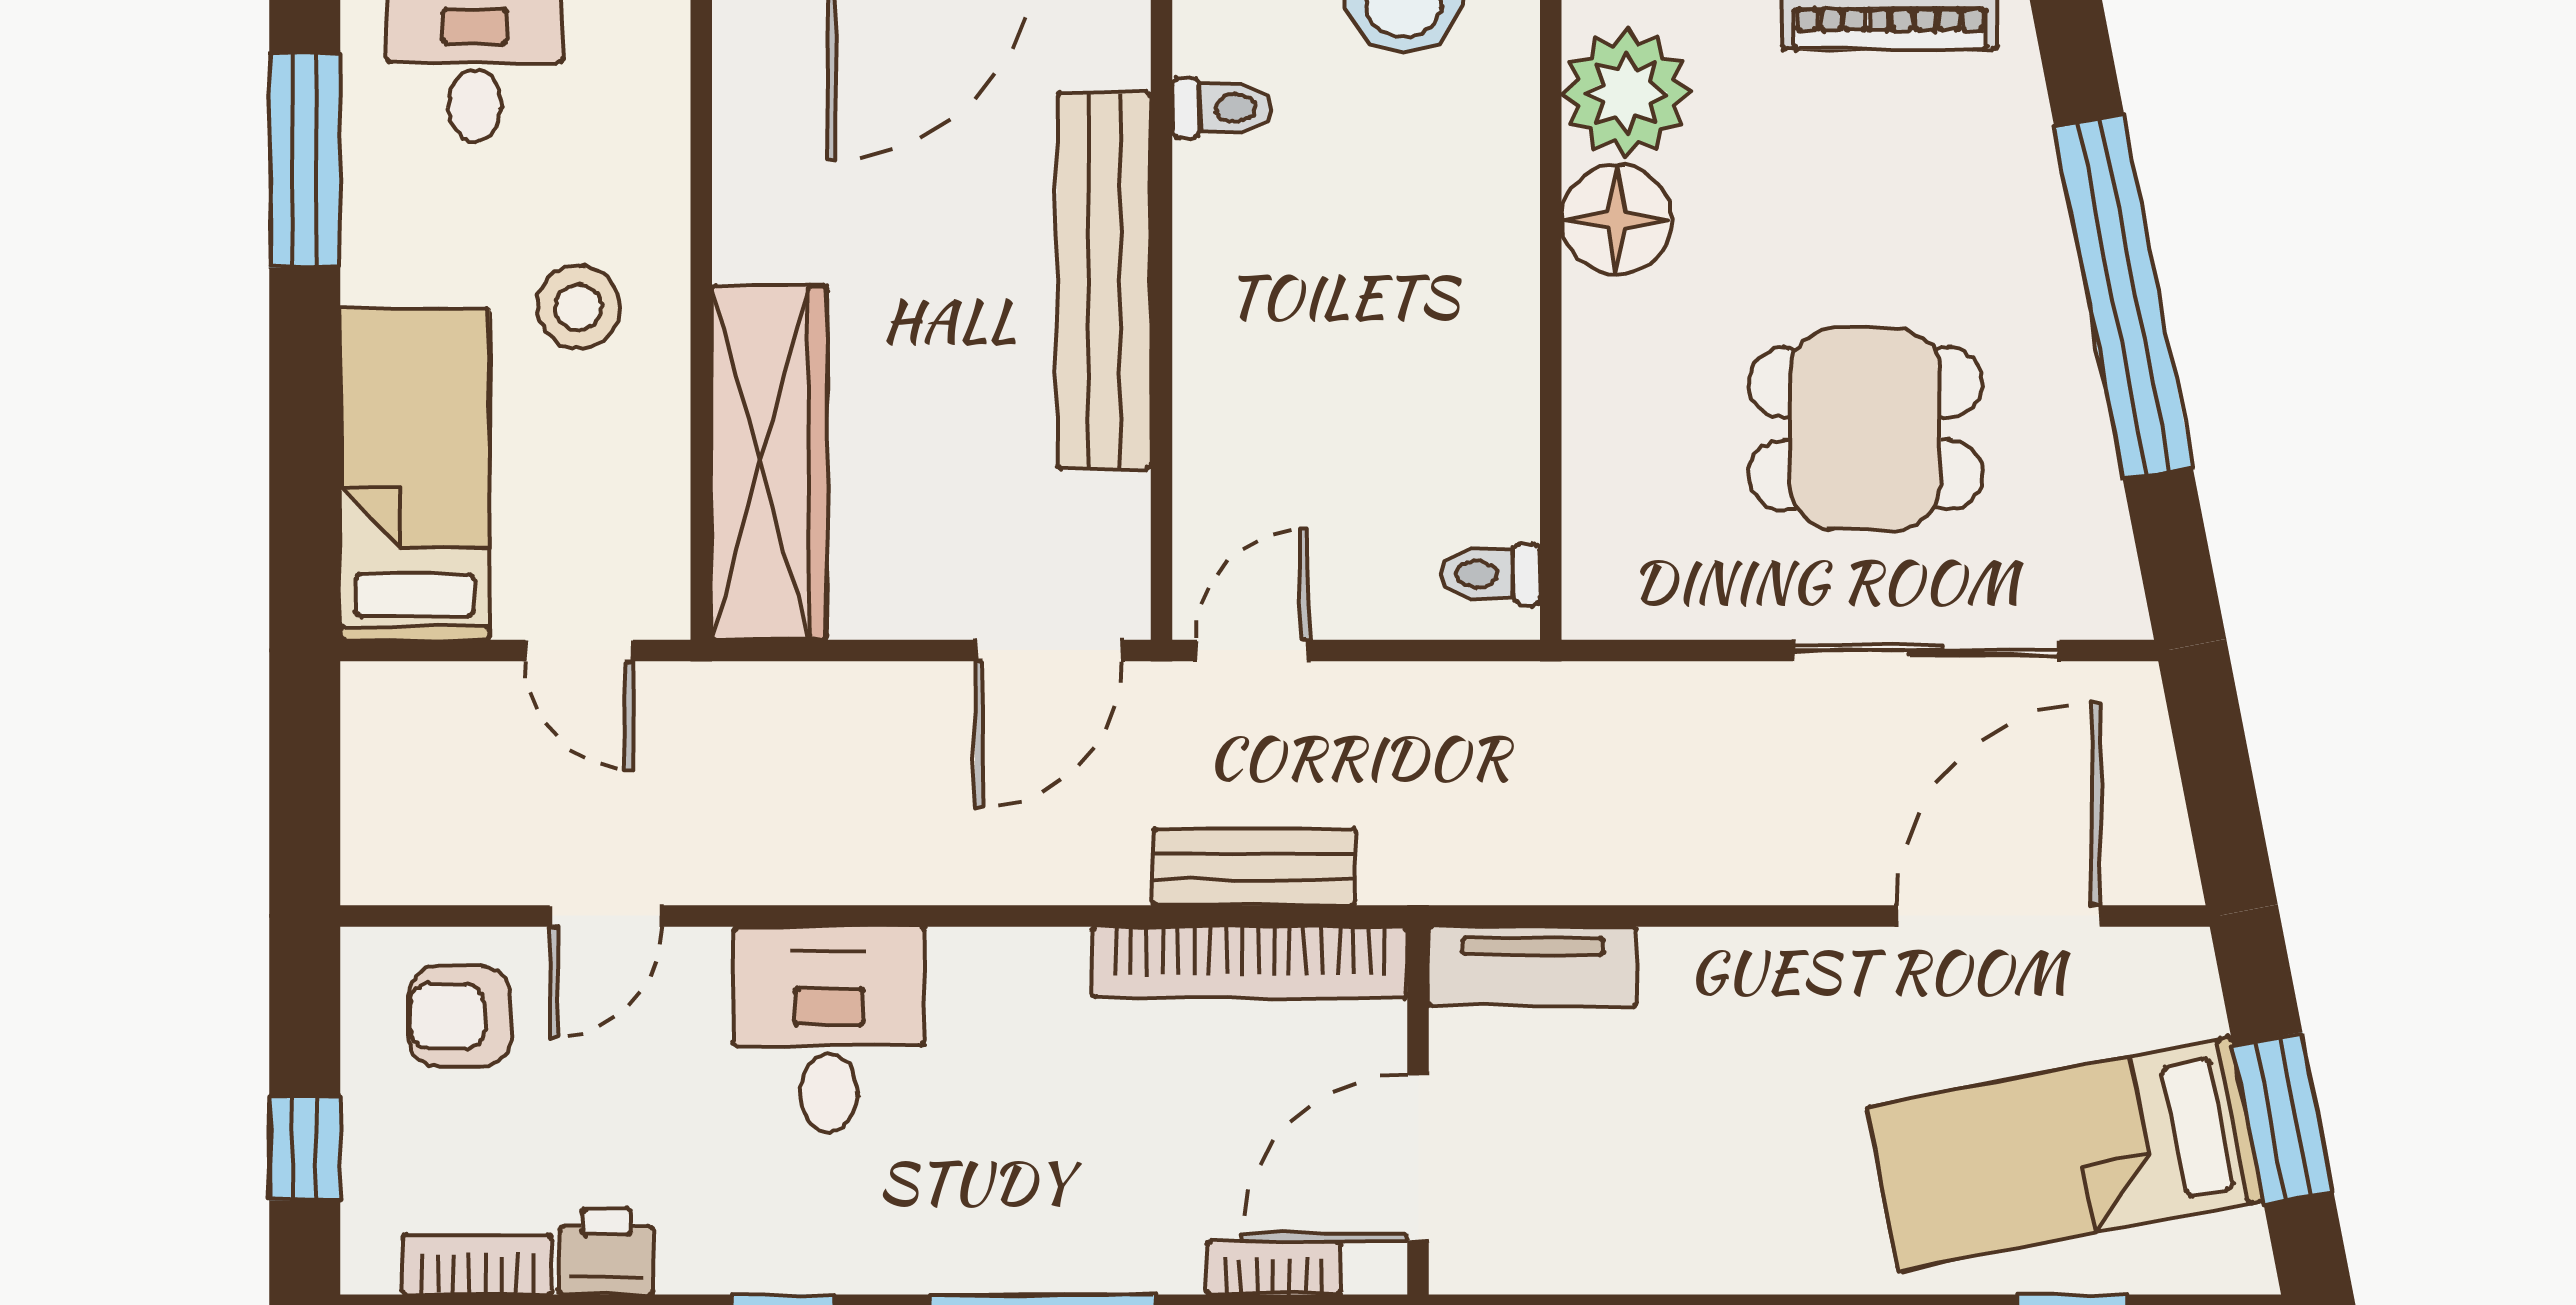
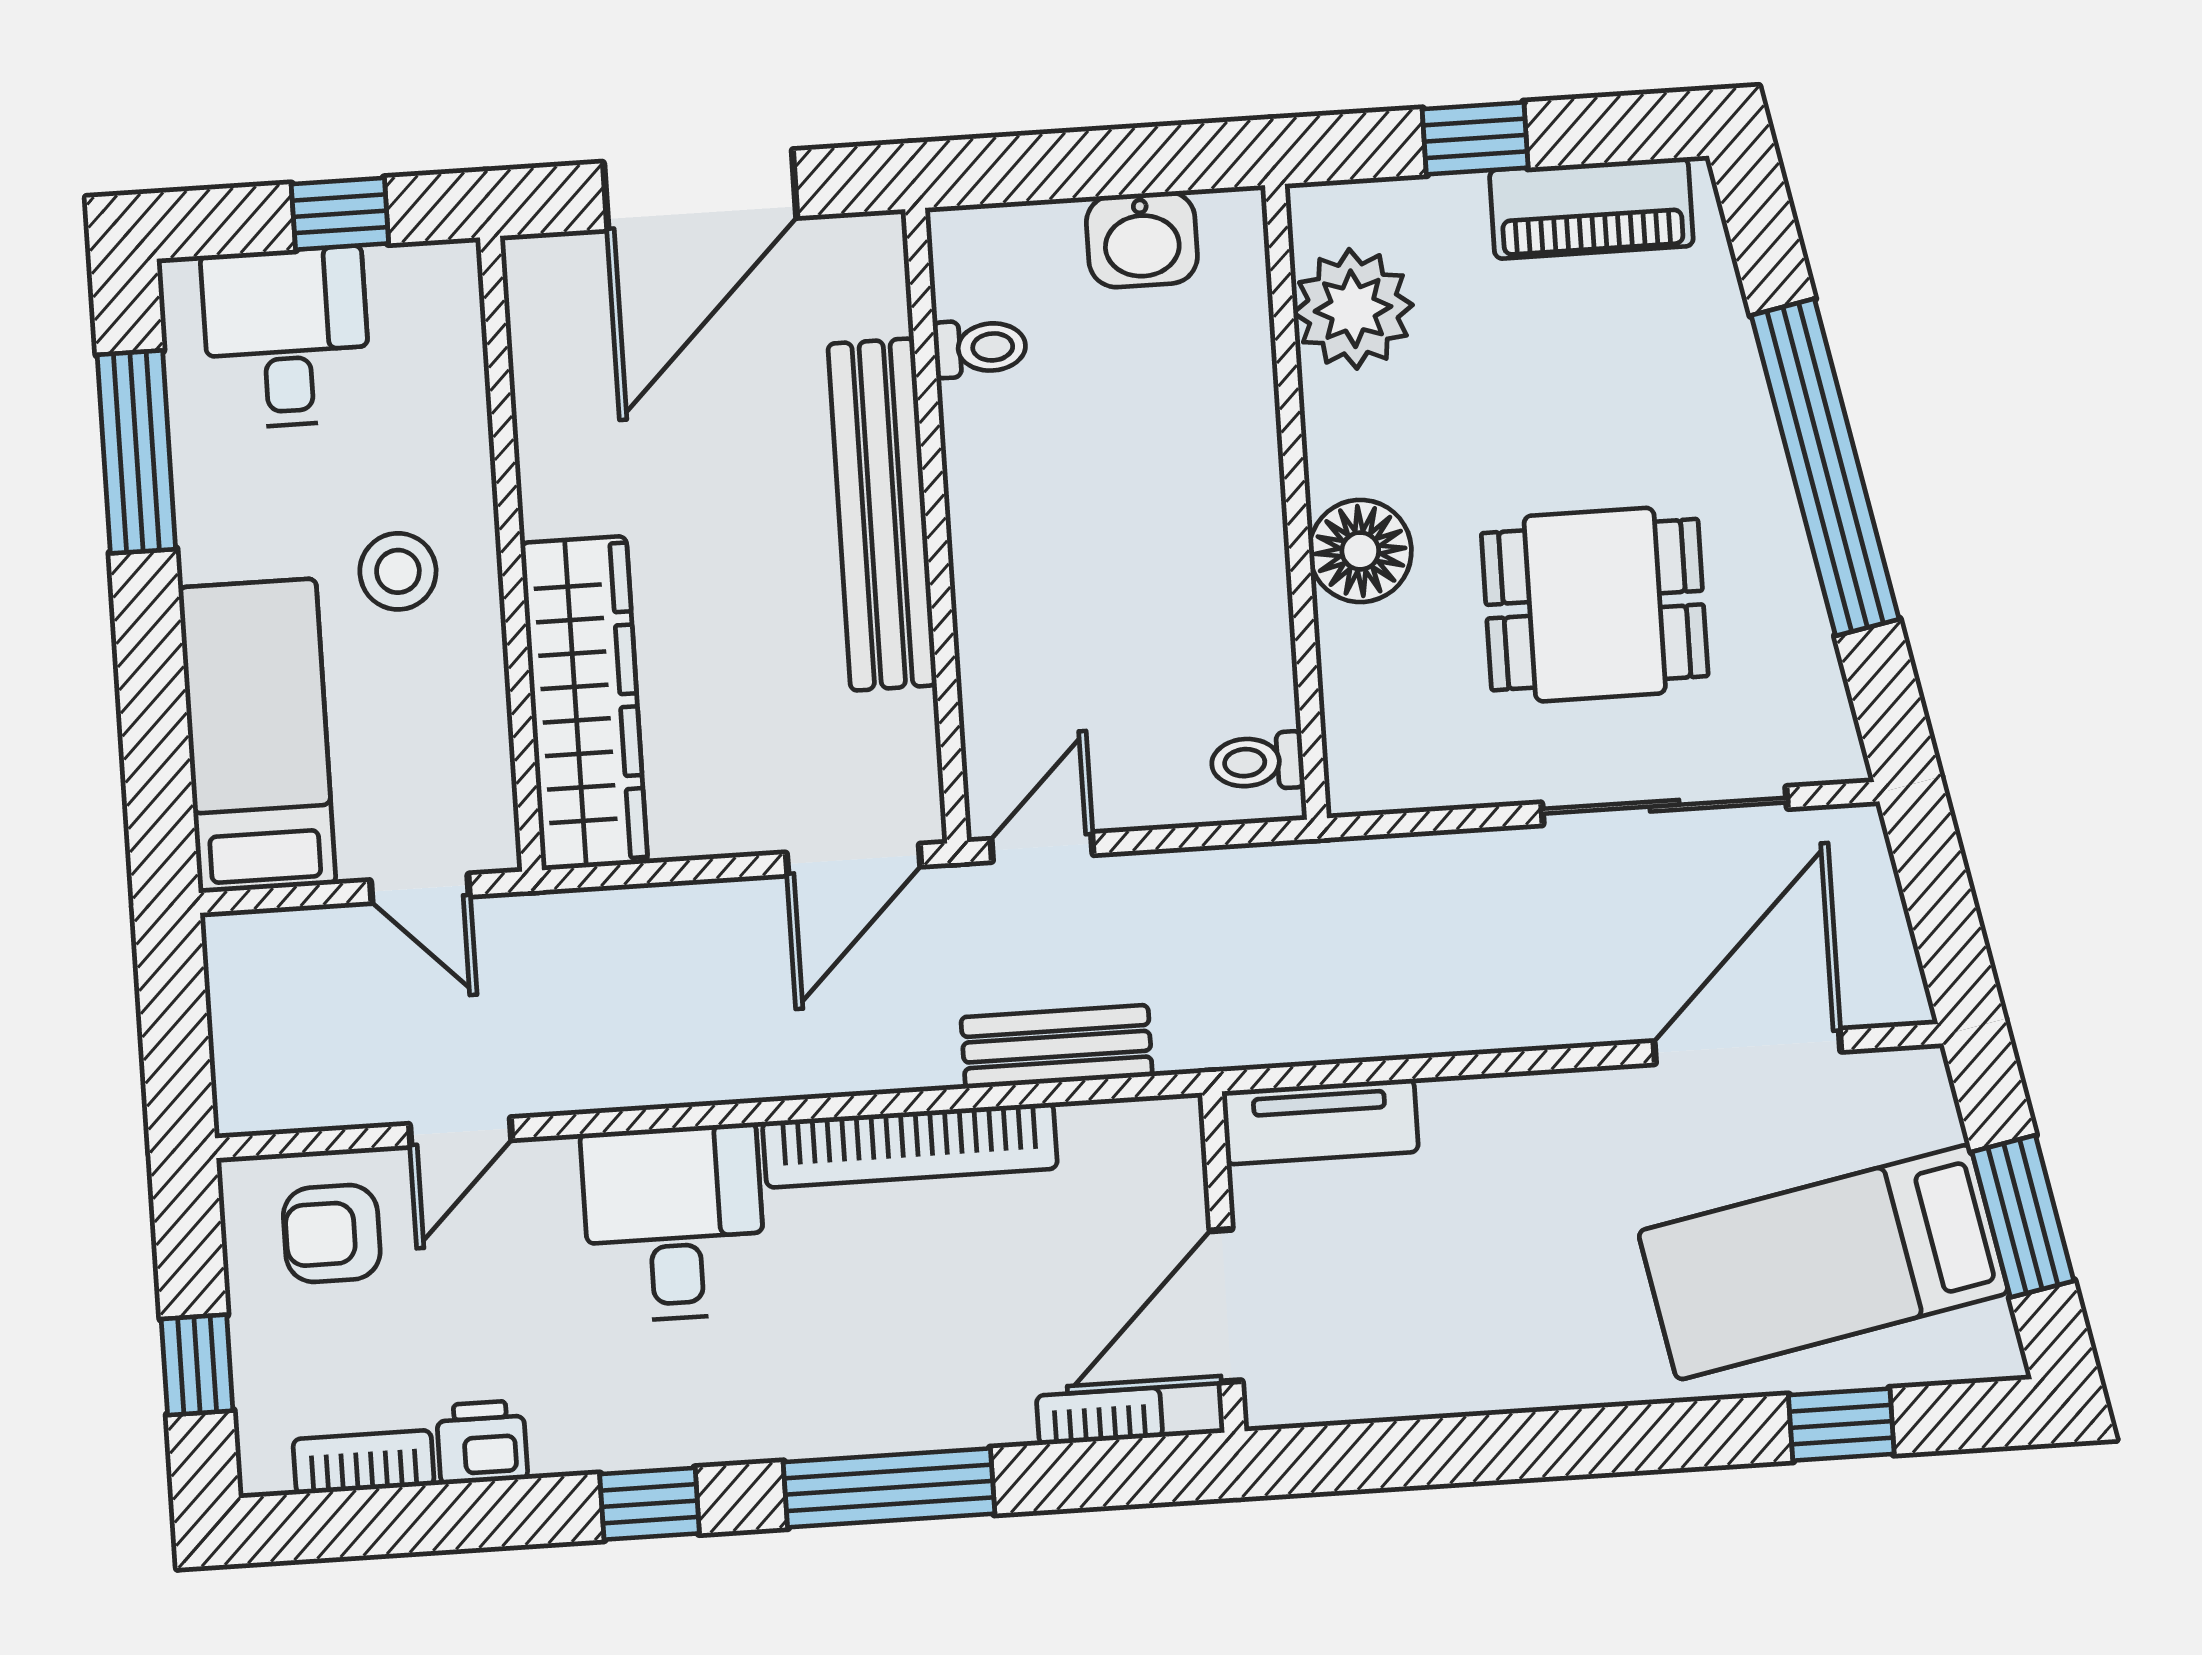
floor lamp: (1617, 220) -> (1360, 551), moved
bookcase: (1250, 962) -> (910, 1145), moved

